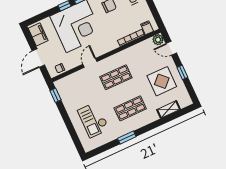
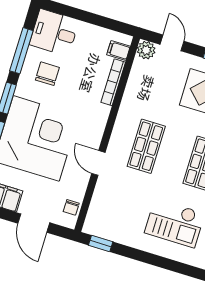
door: (171, 48) -> (172, 43), swing flipped

